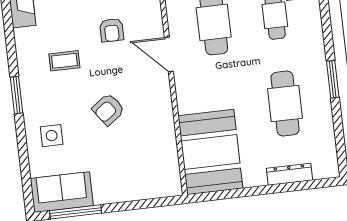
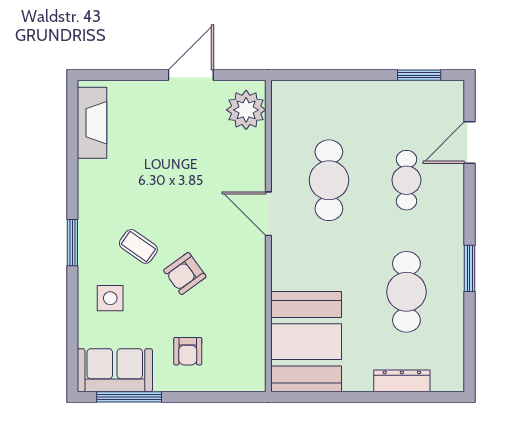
armchair: (112, 30) -> (188, 351), moved
coffee table: (64, 61) -> (138, 246), moved, turned 35

